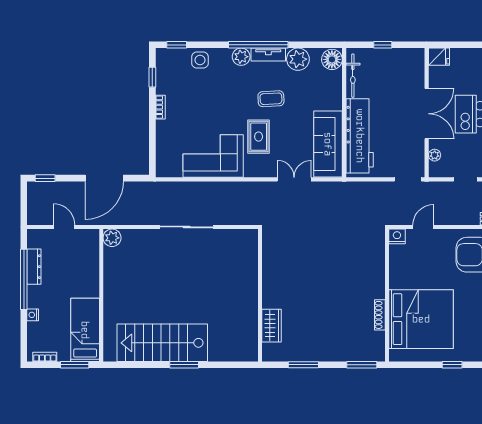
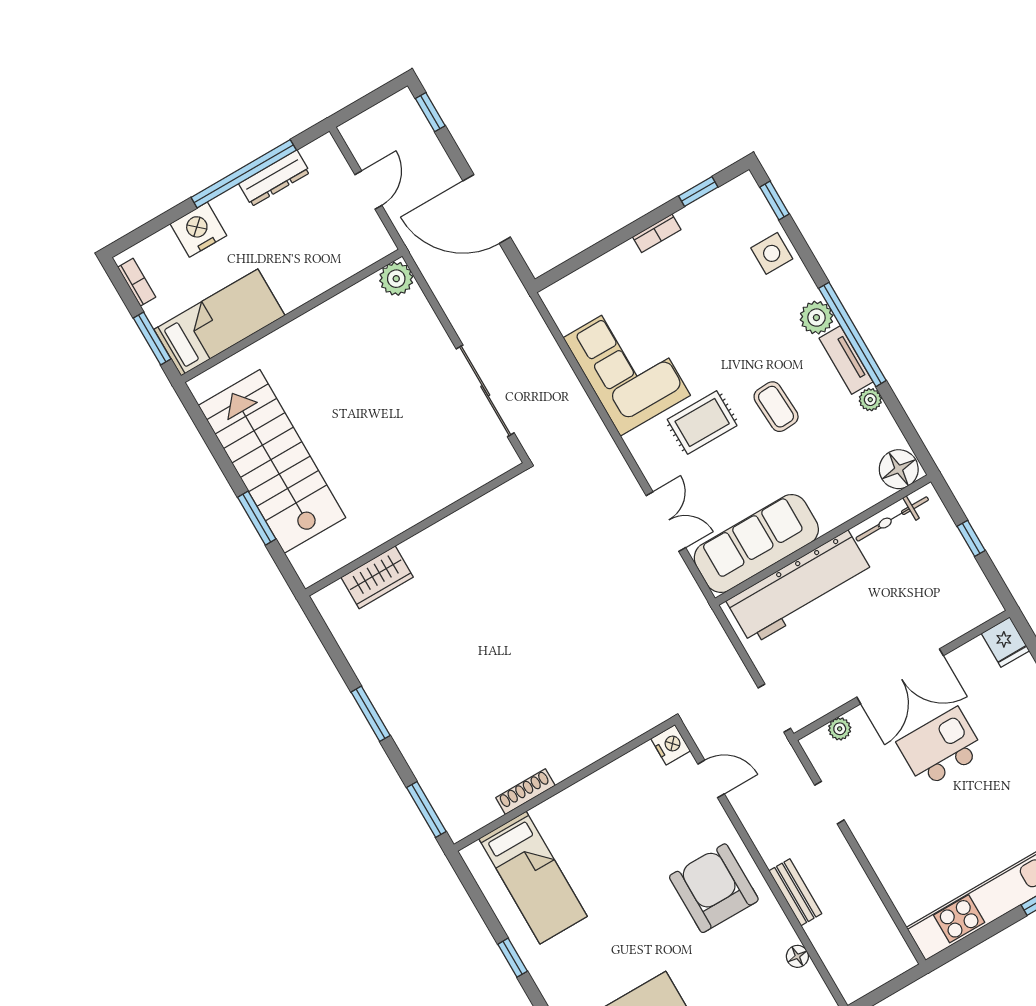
plant: (298, 59) -> (870, 400), width x0.53, depth x0.53
wall: (260, 295) -> (416, 529), moved
nightstand: (33, 315) -> (198, 230), width x1.89, depth x1.79
bed: (421, 319) -> (533, 878), width x0.49
wardrobe: (271, 326) -> (377, 577), moved

